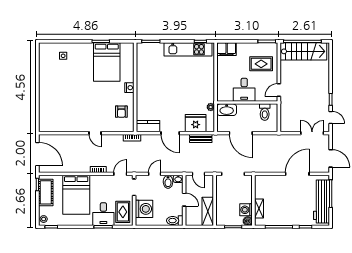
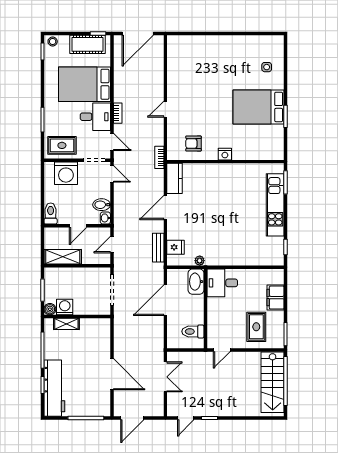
kitchen unit: (188, 49) -> (275, 205), moved
filing cabinet: (227, 49) -> (276, 298), moved
bed: (107, 62) -> (259, 107), moved
desk: (244, 90) -> (222, 283), moved
door: (279, 90) -> (222, 350), swing flipped
fridge: (196, 123) -> (176, 247), width x0.53, depth x0.75
double door: (312, 133) -> (165, 377), moved
door: (155, 174) -> (112, 174), moved
workbench: (322, 202) -> (54, 388), moved, turned 90
desk: (103, 214) -> (95, 117), moved, turned 180

